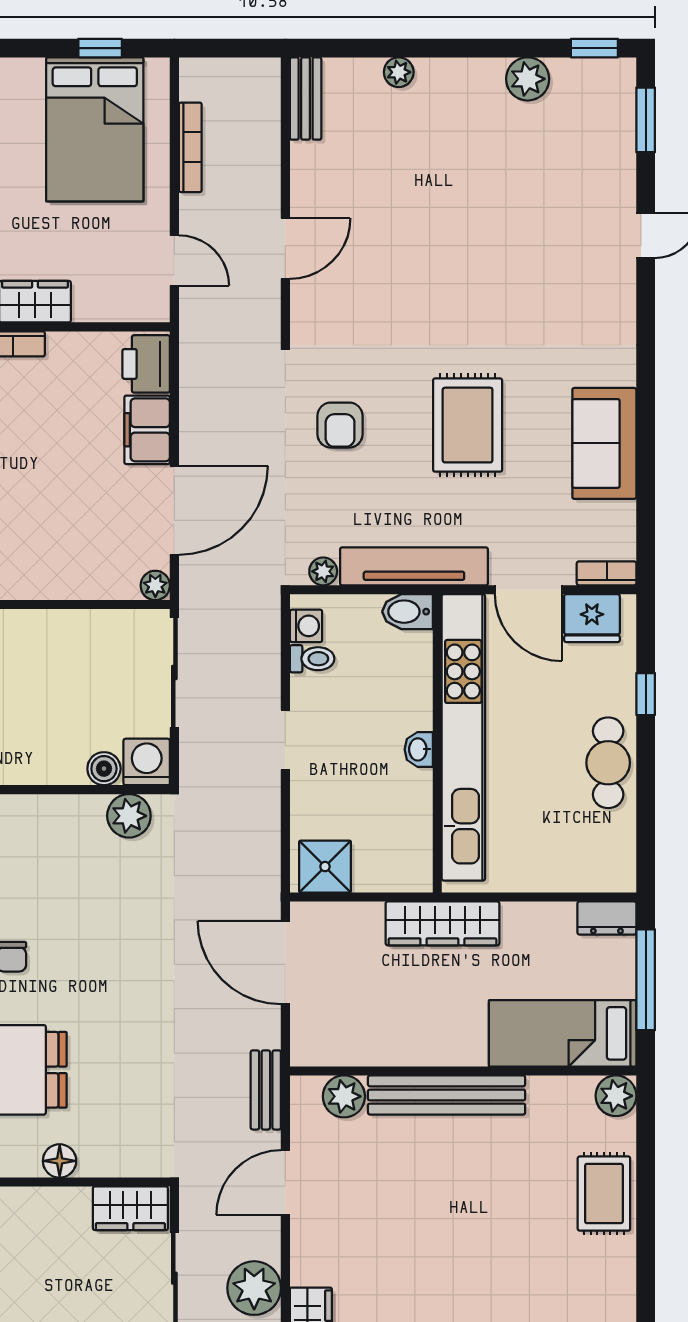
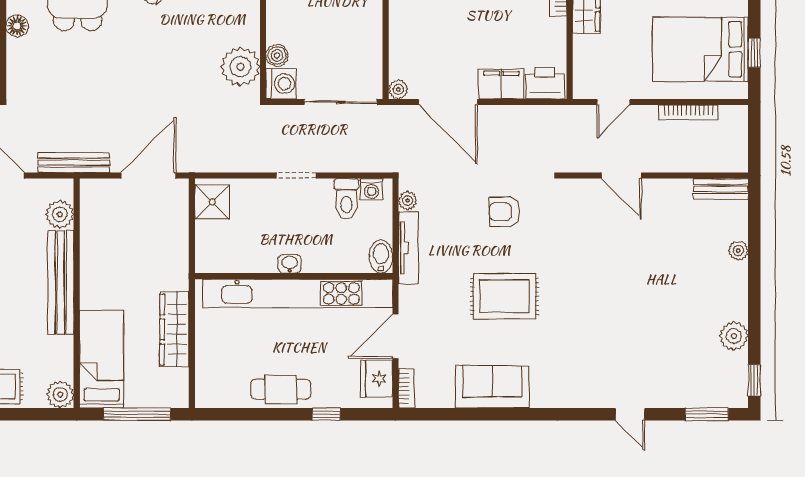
tv unit: (414, 566) -> (408, 248), width x0.73, depth x0.78
toilet: (312, 659) -> (346, 199), width x1.37, depth x1.39
plant: (129, 816) -> (240, 67), width x1.36, depth x1.36
dresser: (607, 918) -> (178, 388), removed
wardrobe: (442, 923) -> (174, 329), moved
bench: (266, 1090) -> (74, 163), width x1.36

